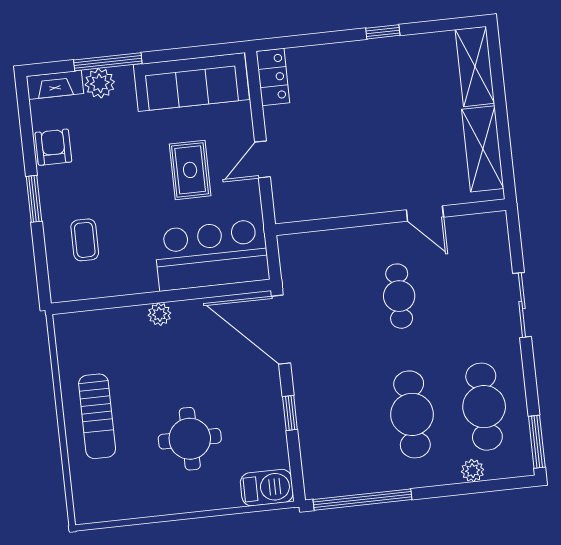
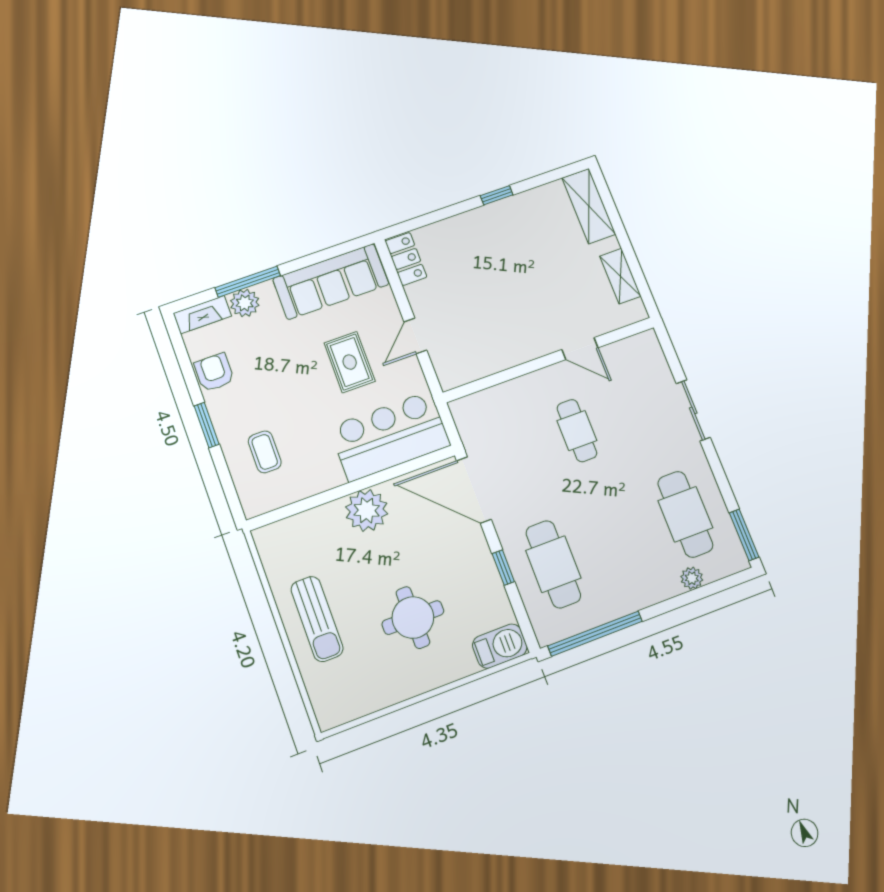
shelving: (483, 149) -> (620, 276), width x0.67, depth x0.75
plant: (159, 314) -> (367, 510), width x1.87, depth x1.87
cafe table: (412, 414) -> (553, 564), moved

